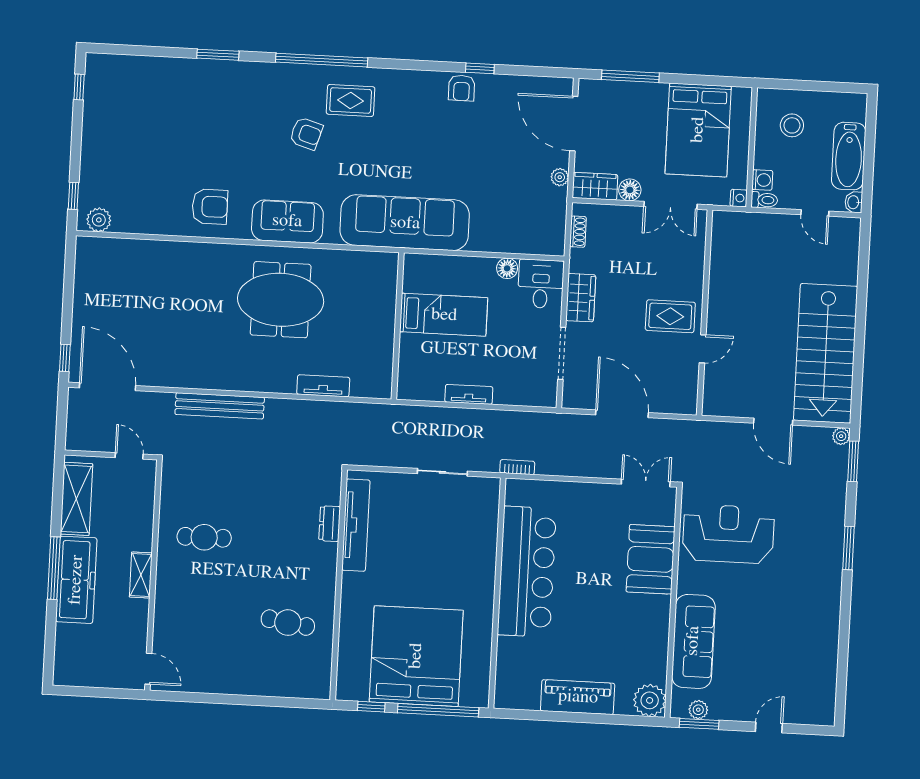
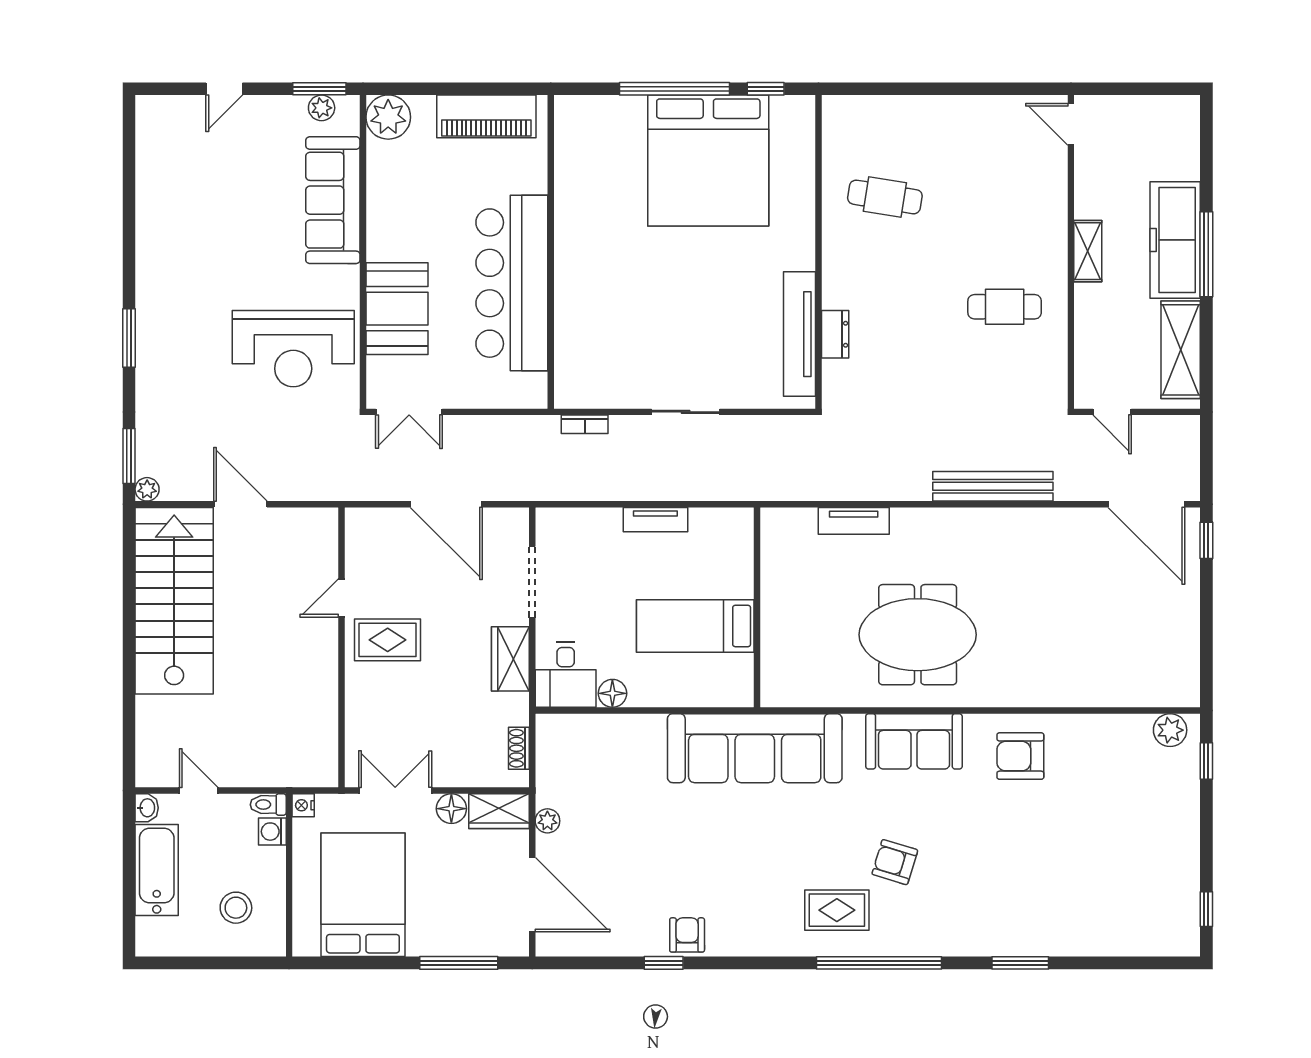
bar counter: (527, 572) -> (512, 283), moved
wall: (497, 593) -> (551, 252), moved

